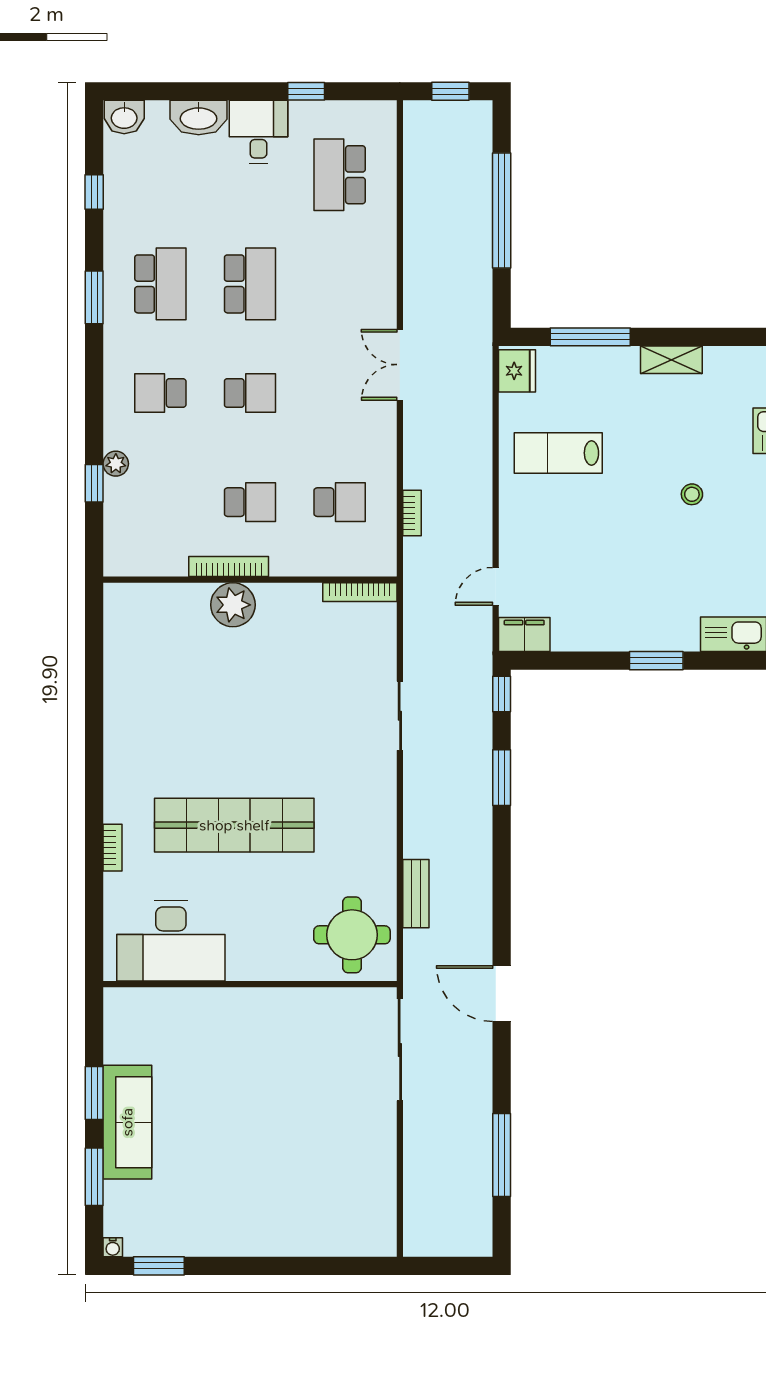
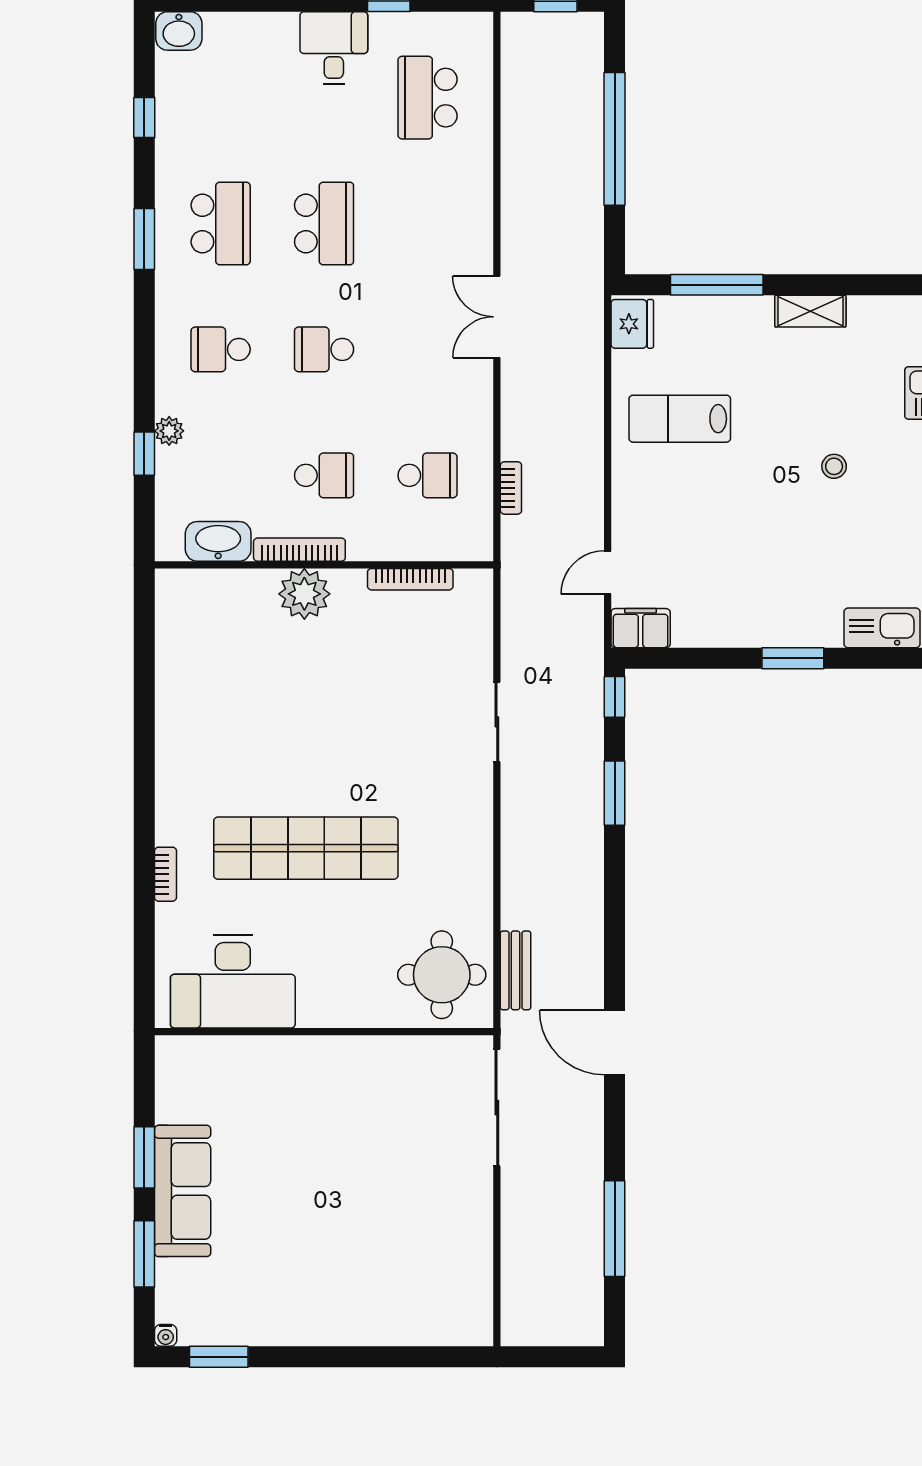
washbasin: (199, 118) -> (218, 541), moved, turned 180
school desk: (250, 393) -> (324, 349), turned 180
bookcase: (360, 592) -> (410, 579), moved
bench: (416, 894) -> (516, 970), moved

